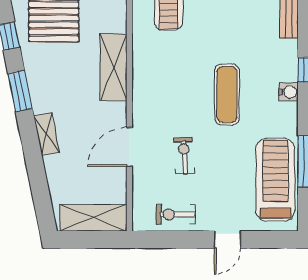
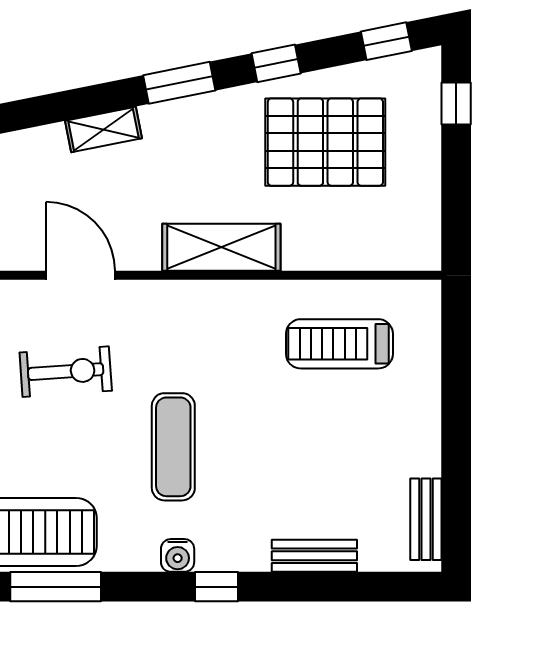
exercise mat: (227, 94) -> (173, 447), turned 90
exercise bike: (184, 156) -> (66, 372), width x1.38, depth x1.39

